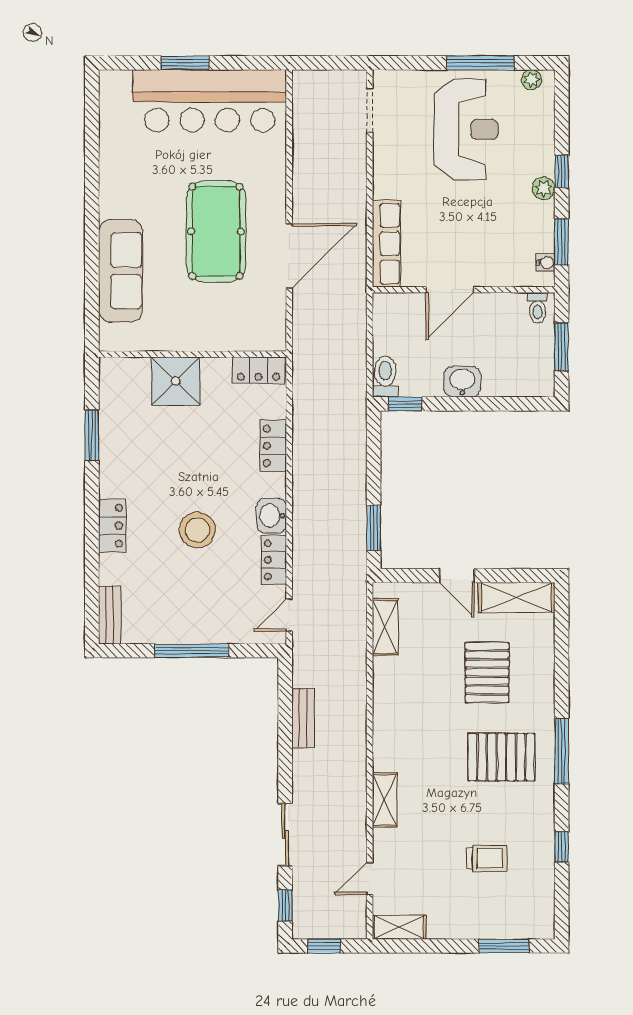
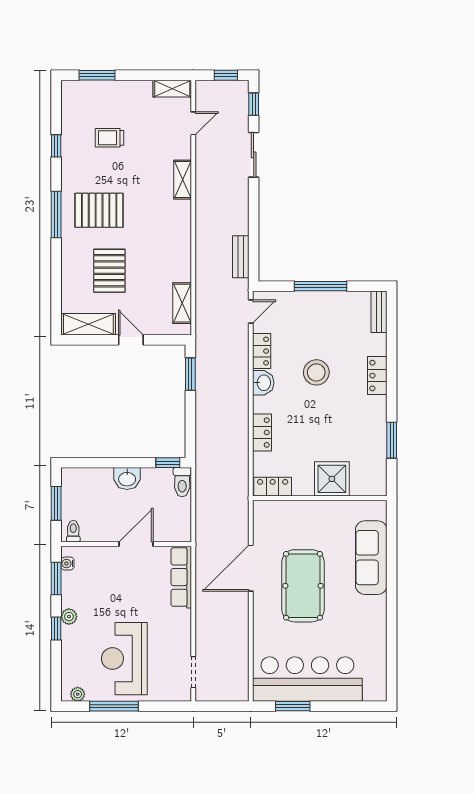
window: (185, 63) -> (293, 706), moved
bench: (303, 718) -> (241, 257), moved

